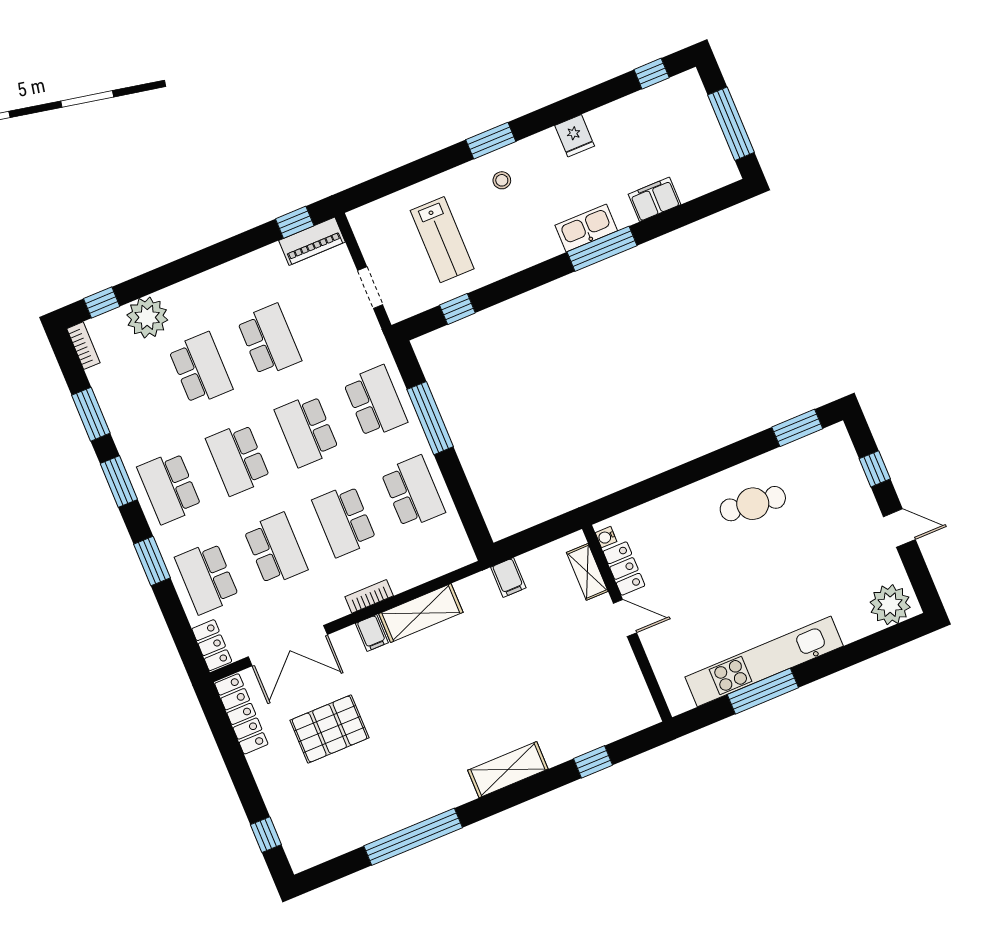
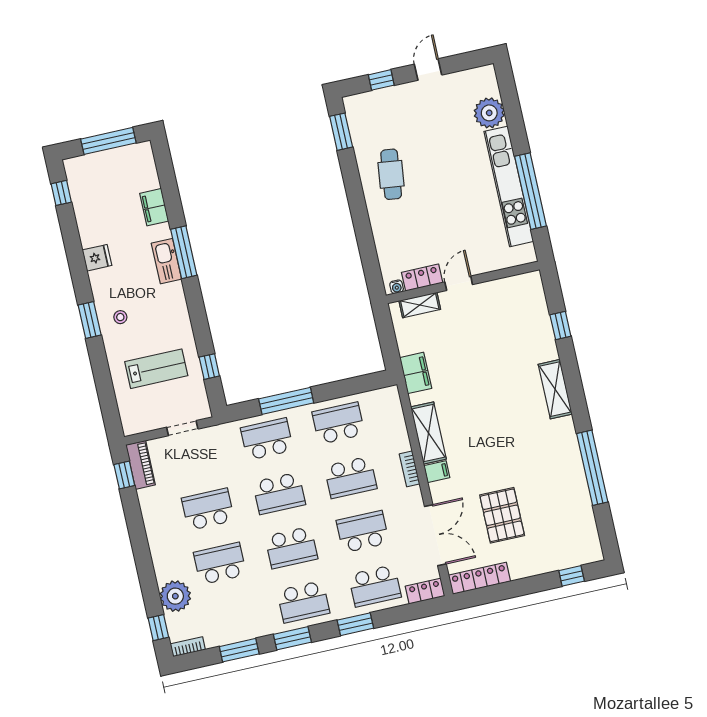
filing cabinet: (508, 578) -> (416, 373), width x2.00
plant: (890, 605) -> (489, 113), moved
window: (763, 691) -> (530, 191), width x1.46

